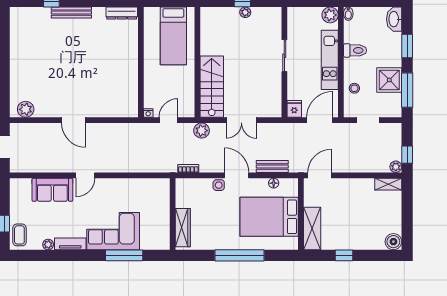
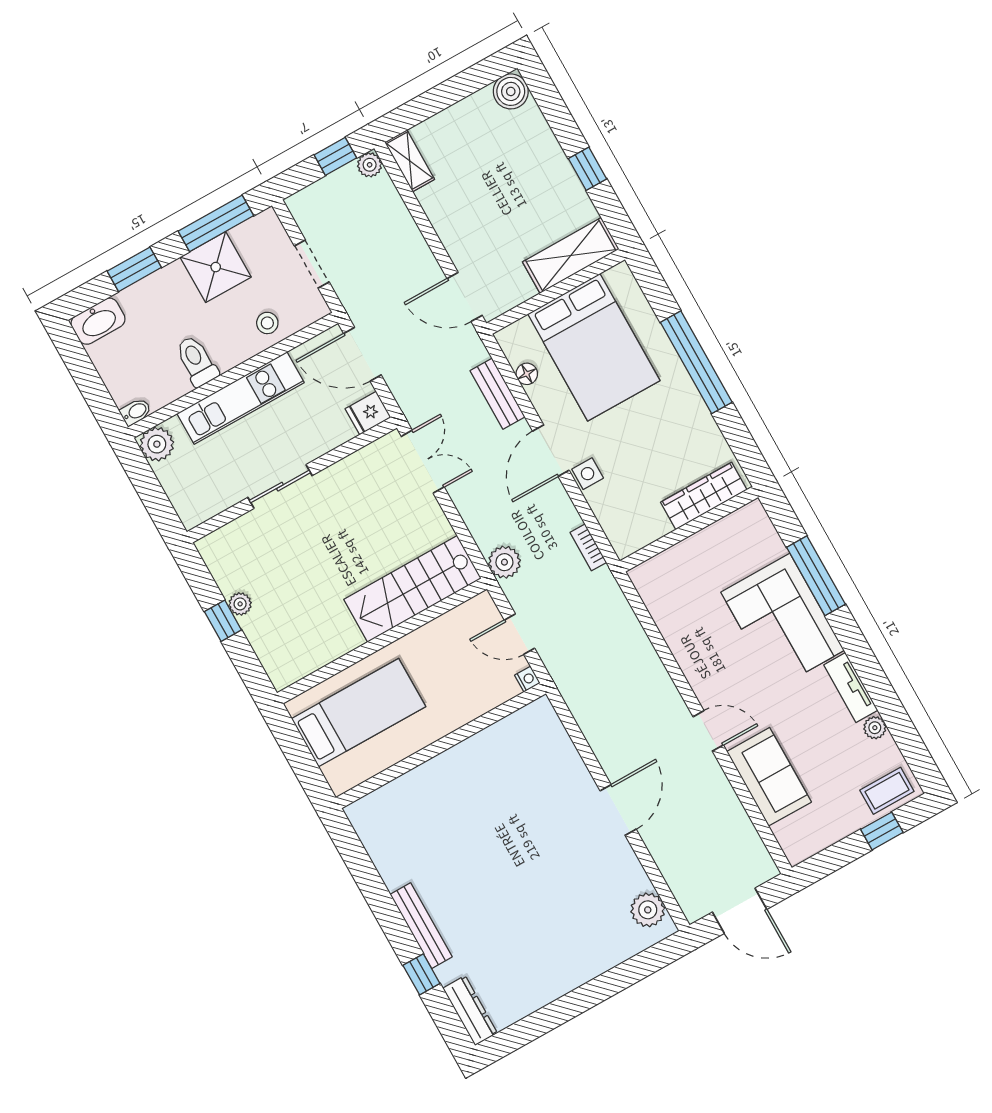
dresser: (122, 13) -> (470, 1011), moved
double door: (241, 120) -> (423, 462), moved

